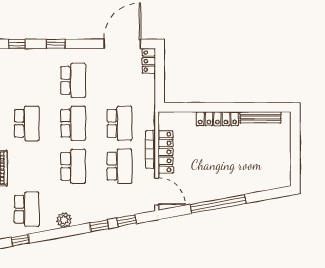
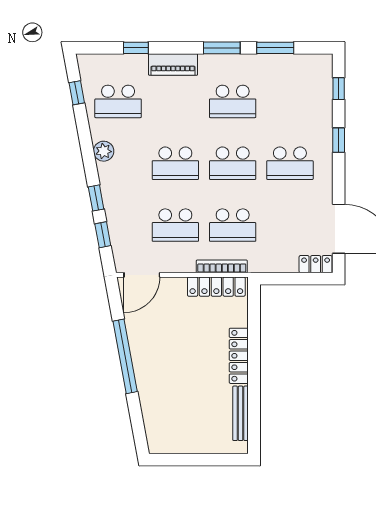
bookcase: (150, 149) -> (222, 266), moved
locker: (166, 152) -> (216, 287), moved

